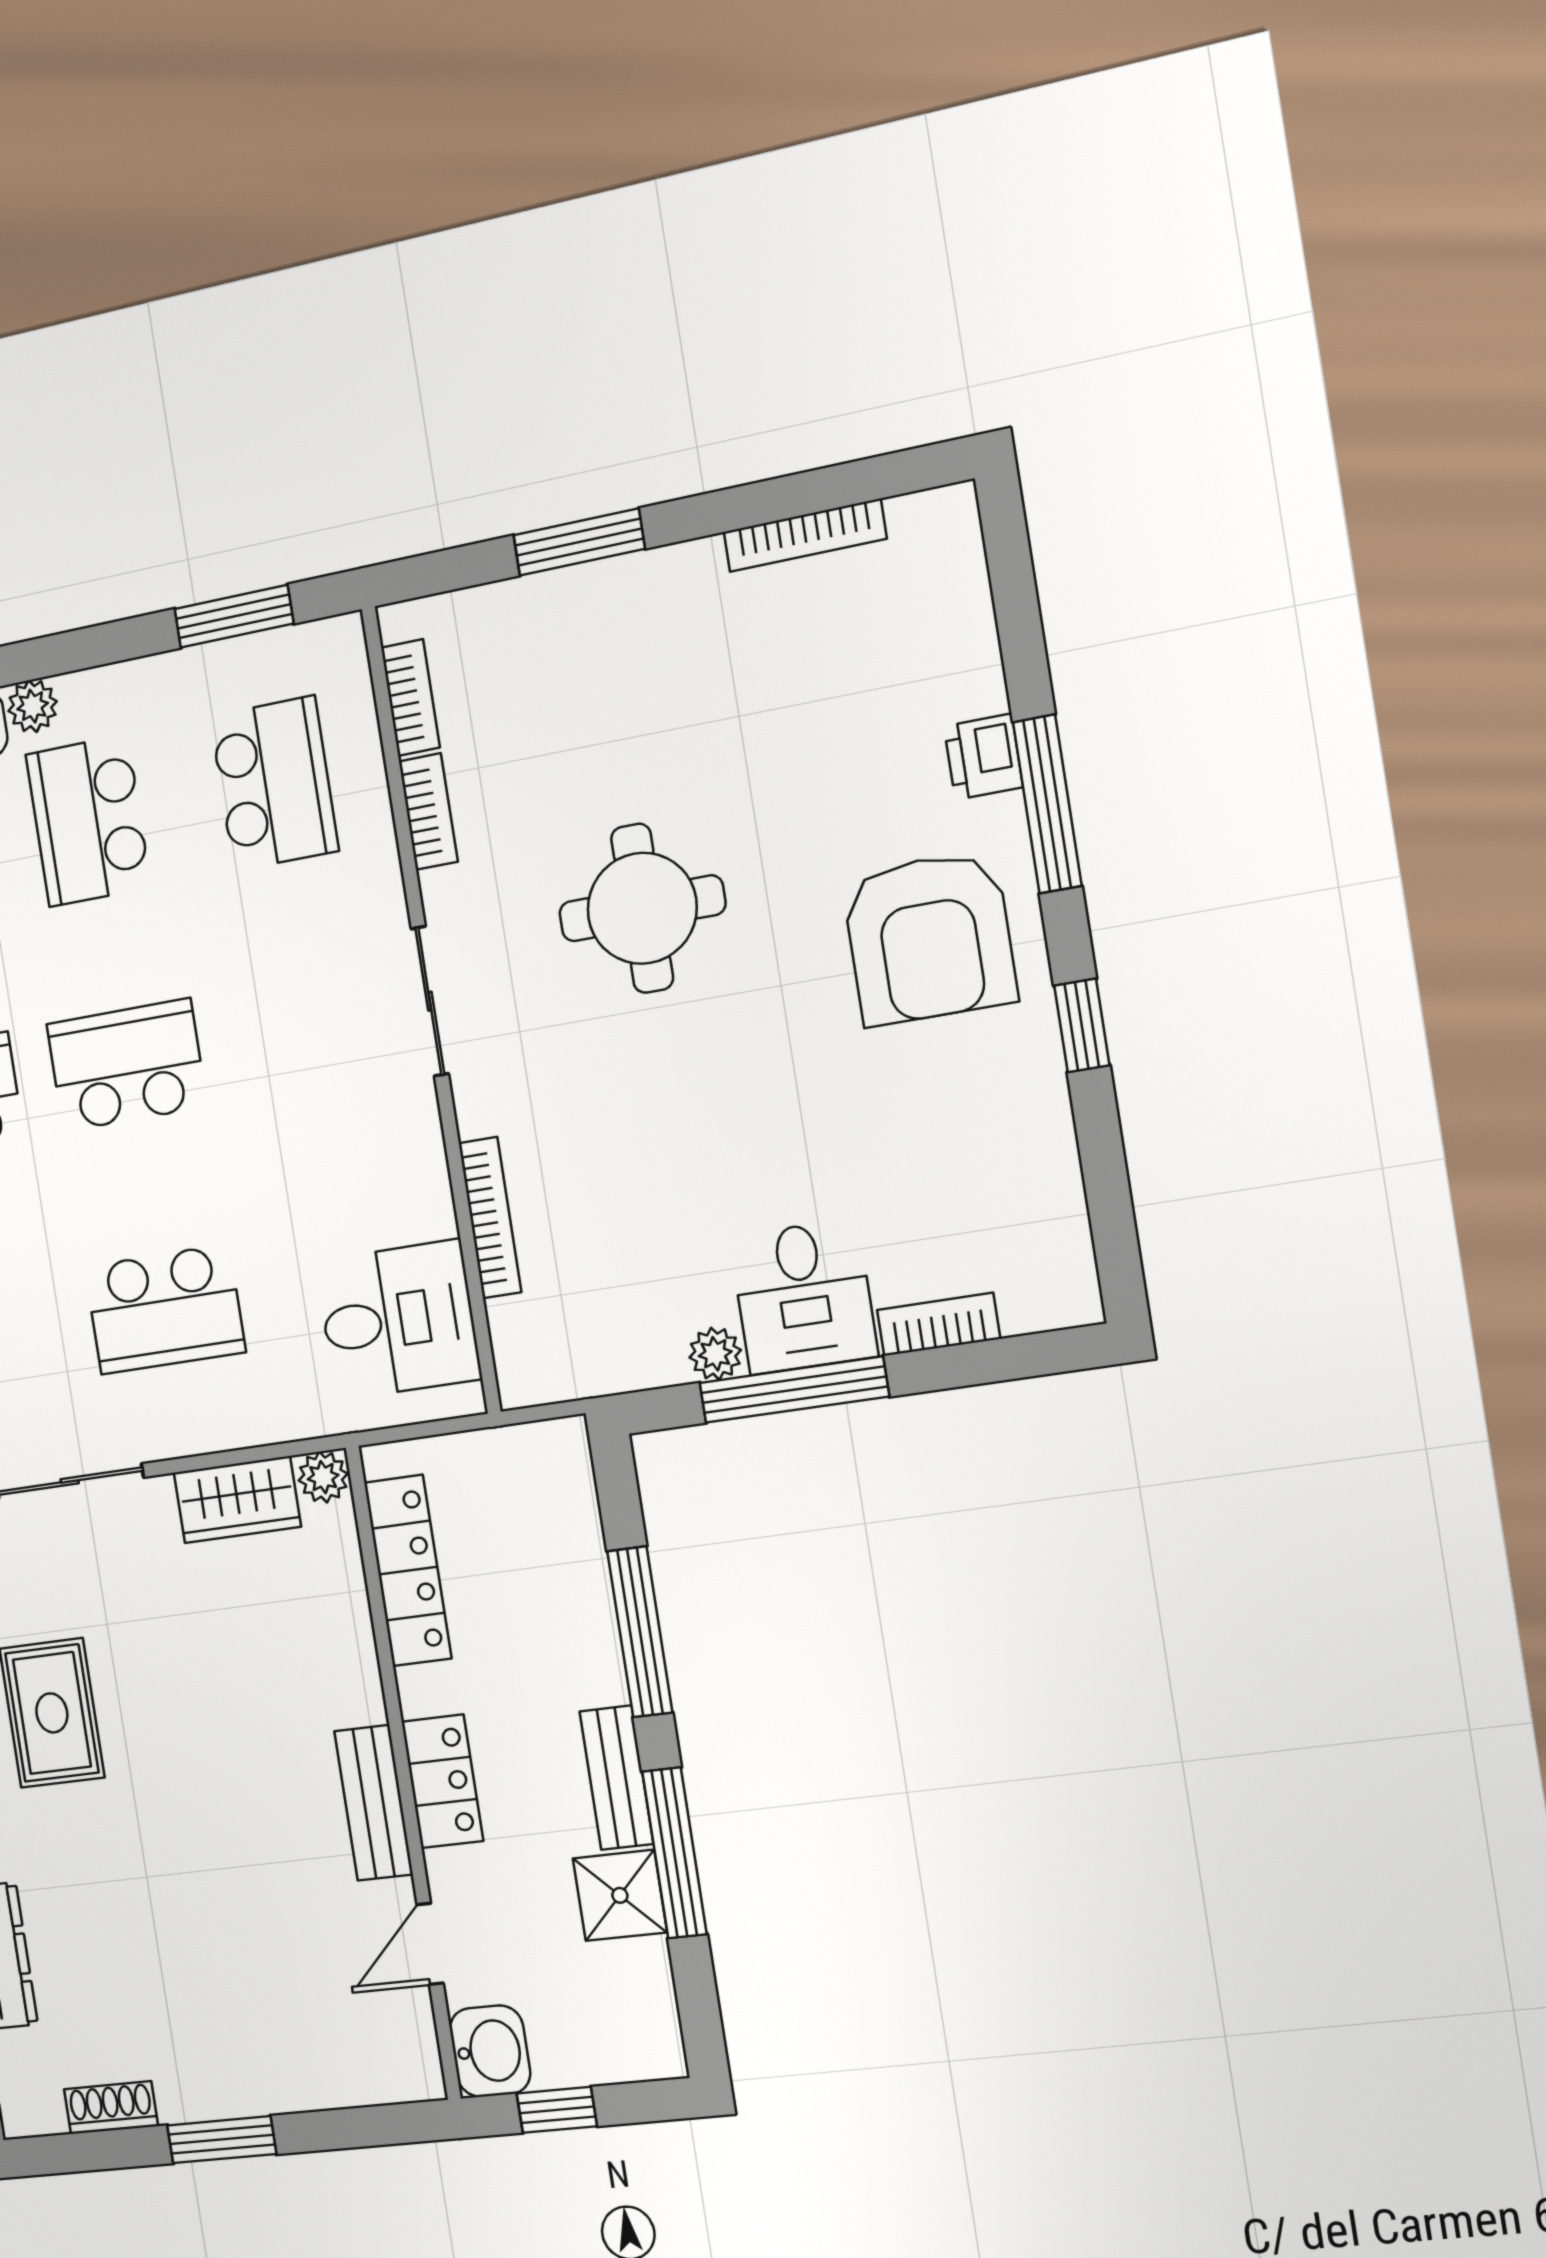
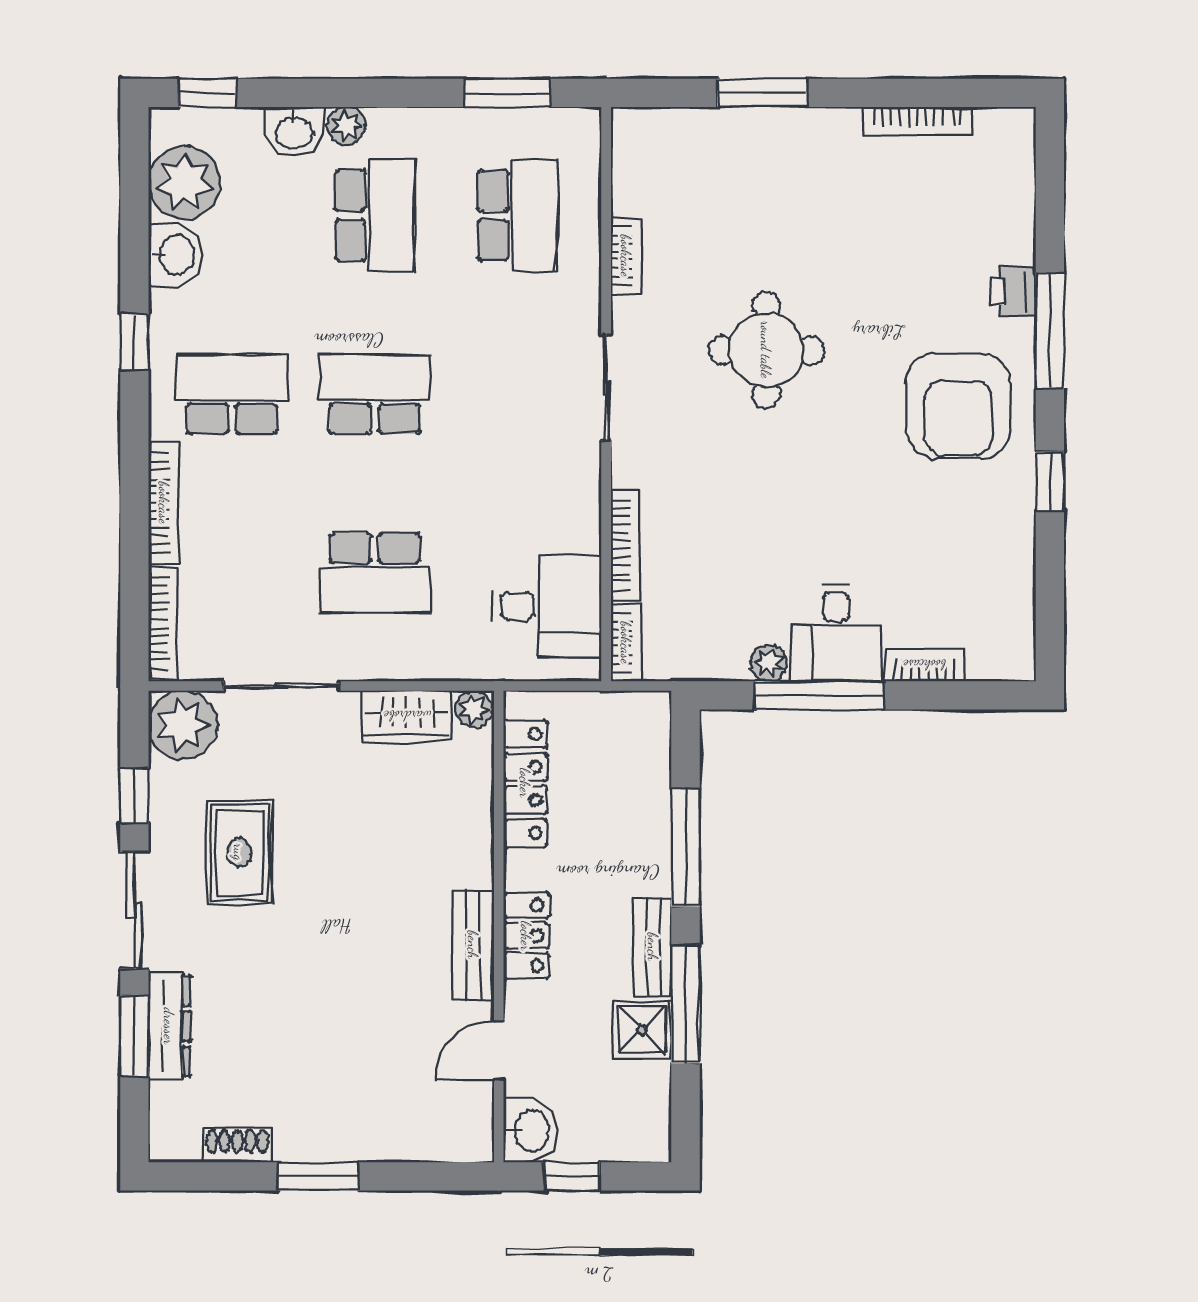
bookcase: (410, 698) -> (626, 643), moved
school desk: (88, 821) -> (375, 215), turned 180

